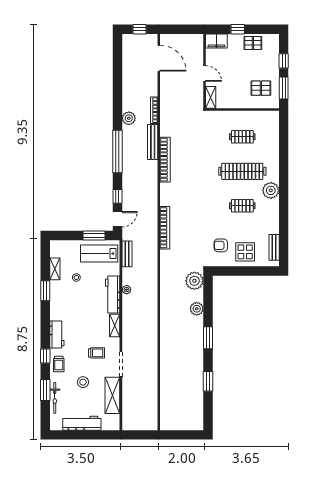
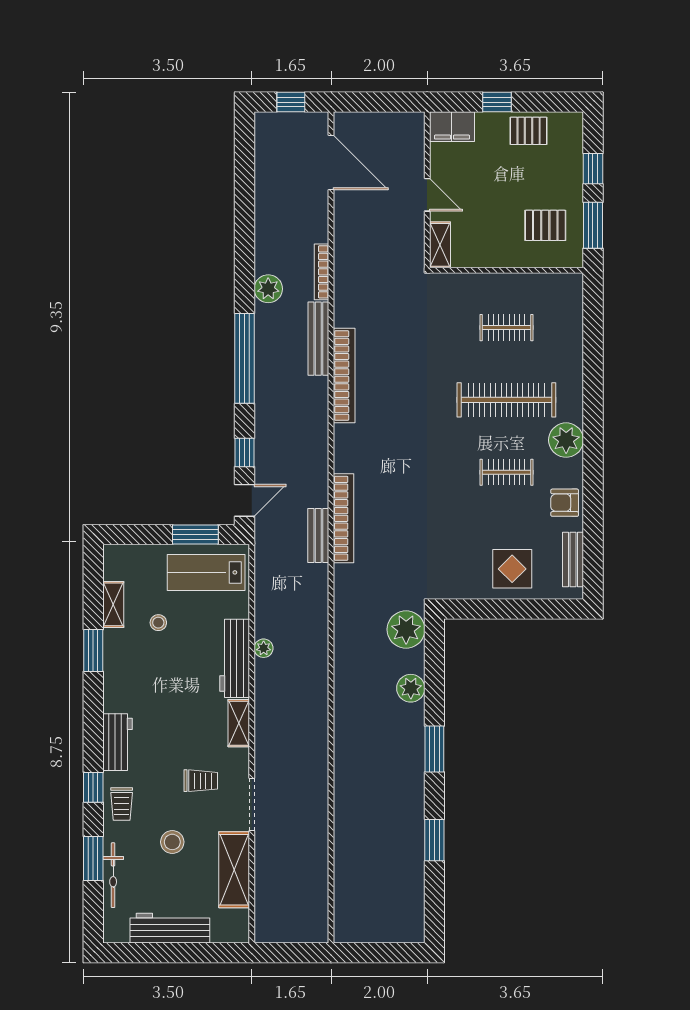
armchair: (221, 245) -> (565, 503), moved
bench: (127, 254) -> (318, 536), moved

